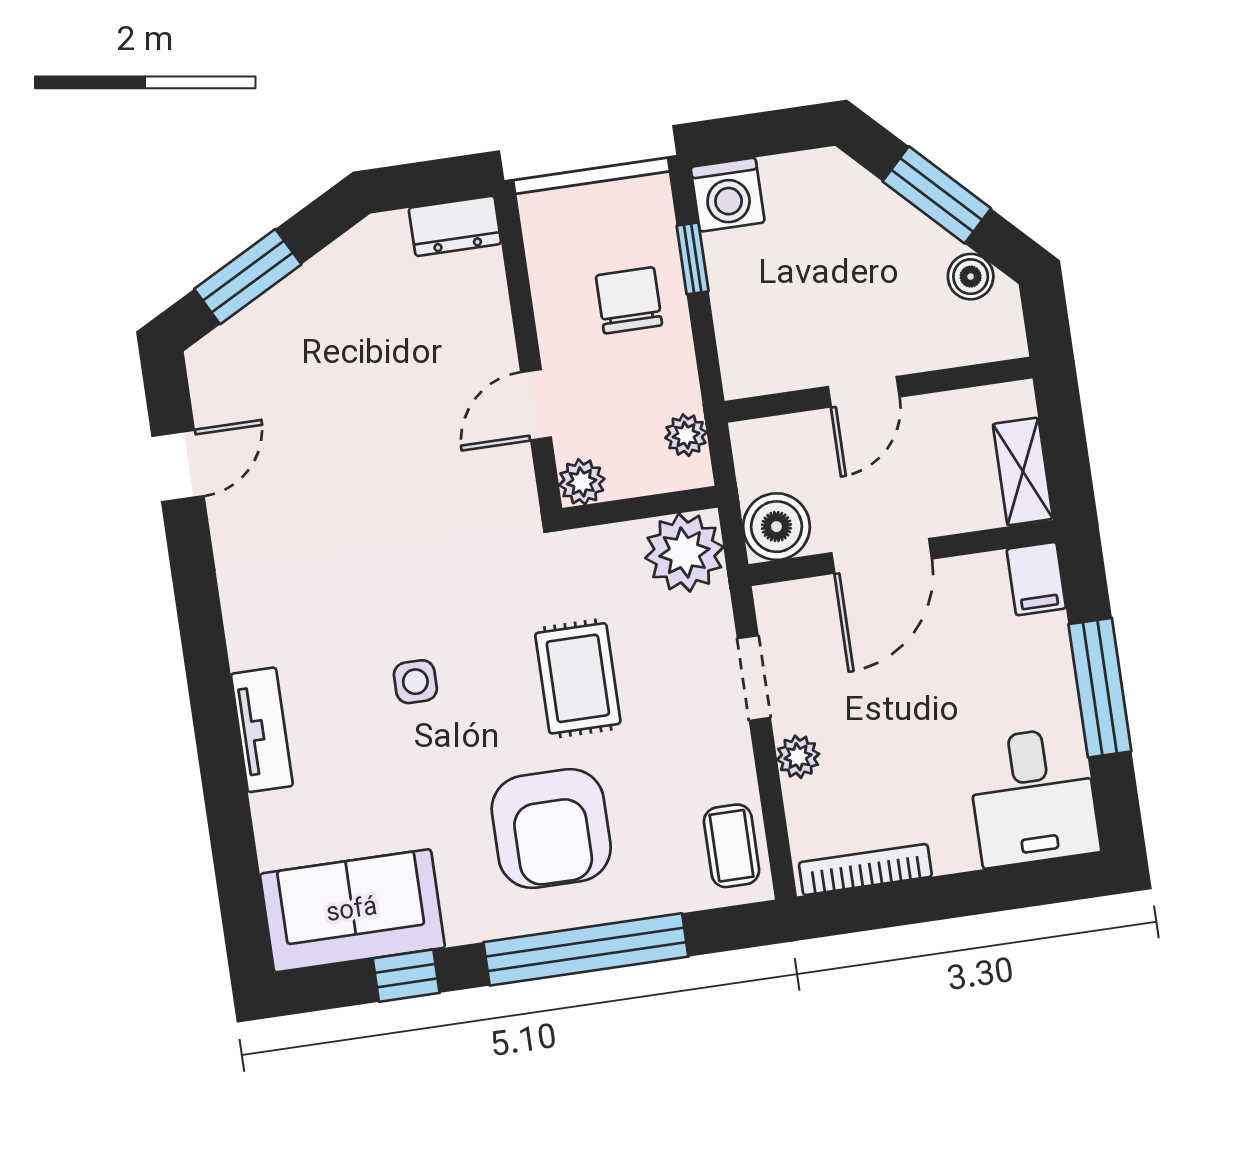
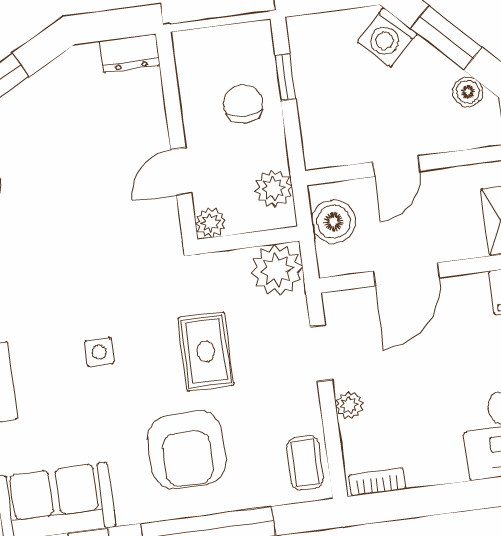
washing machine: (728, 195) -> (387, 37), moved, turned 45
plant: (686, 435) -> (273, 188), width x1.38, depth x1.38
boiler: (776, 527) -> (334, 222), moved
bookcase: (865, 870) -> (377, 482), width x0.64

